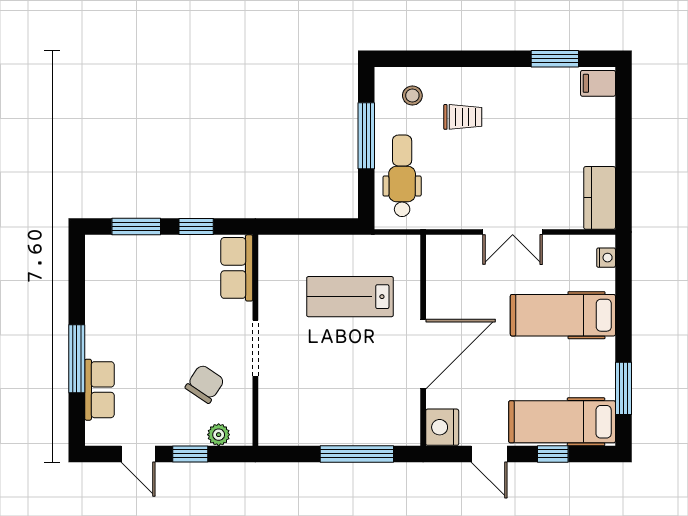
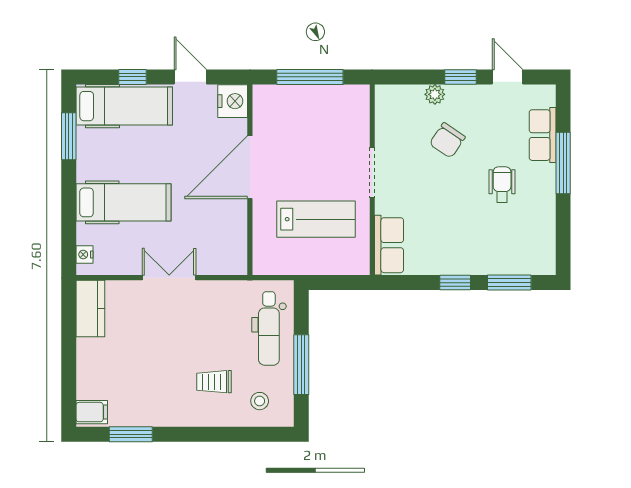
row of seats: (237, 268) -> (389, 245), moved
wheelchair: (144, 335) -> (502, 185), added
wall: (255, 340) -> (372, 180), moved
doorway: (255, 348) -> (372, 173), moved

